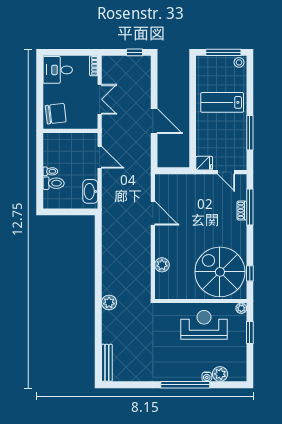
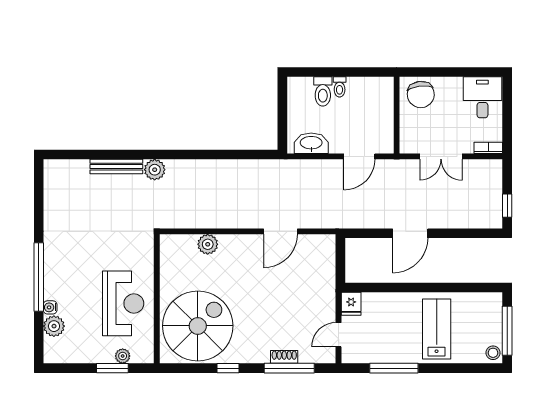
window: (250, 273) -> (228, 368), moved
plant: (241, 308) -> (123, 356), moved
bench: (107, 363) -> (116, 167), moved

